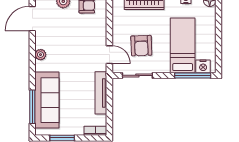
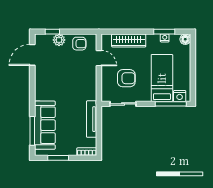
armchair: (141, 46) -> (126, 78), turned -88
plant: (41, 55) -> (39, 86), removed
door: (109, 55) -> (99, 58), moved

